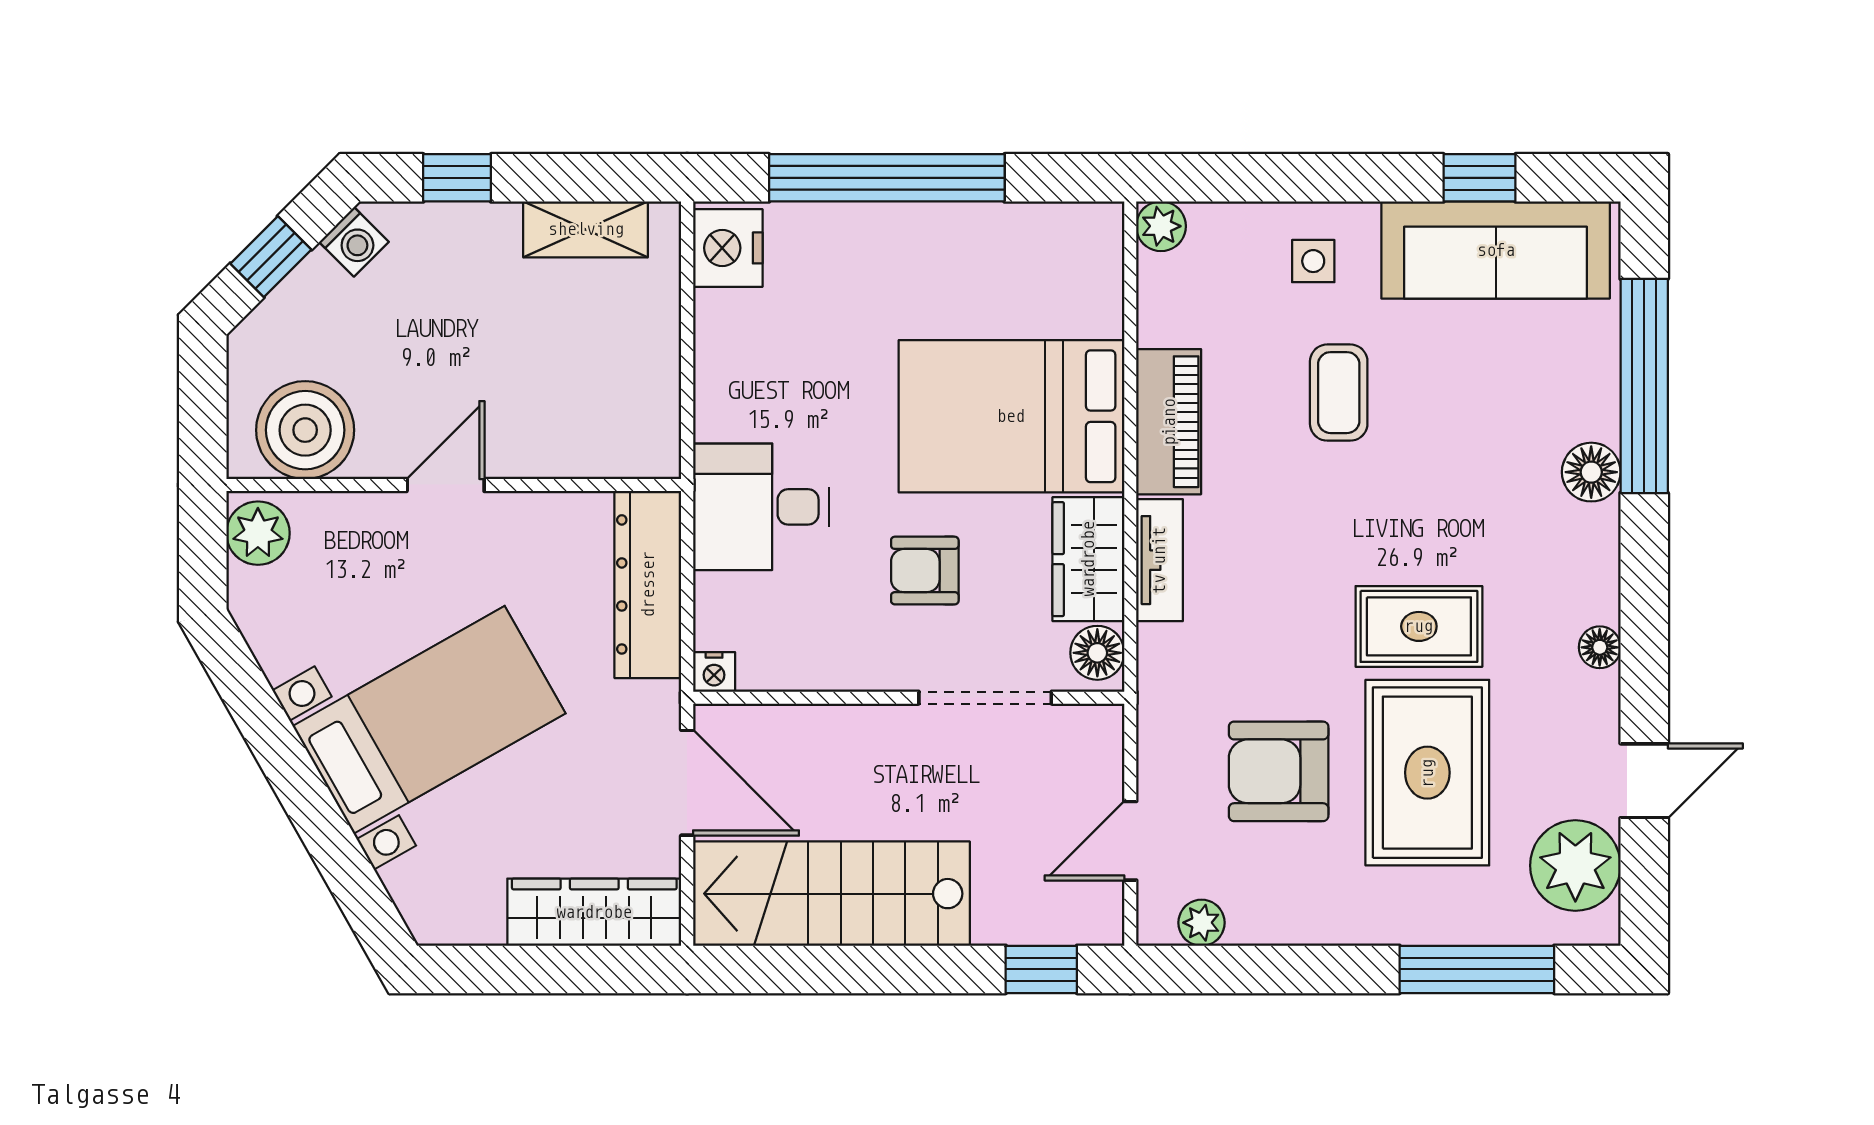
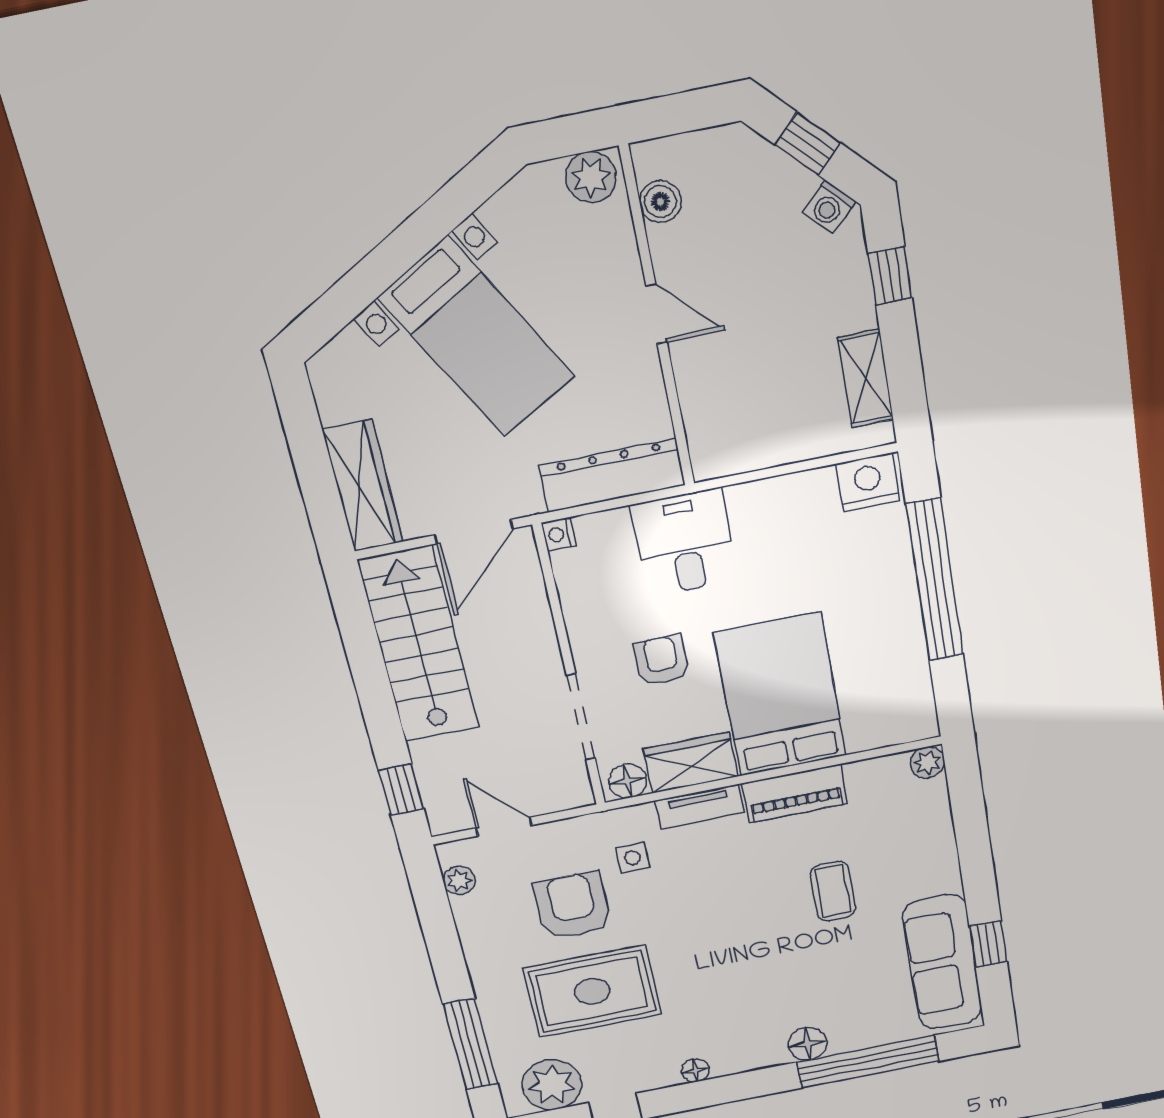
side table: (1313, 261) -> (633, 858), moved
coffee table: (1339, 393) -> (833, 891), turned 90
boiler: (305, 430) -> (660, 202), width x0.54, depth x0.54
rug: (1419, 626) -> (687, 968), removed

